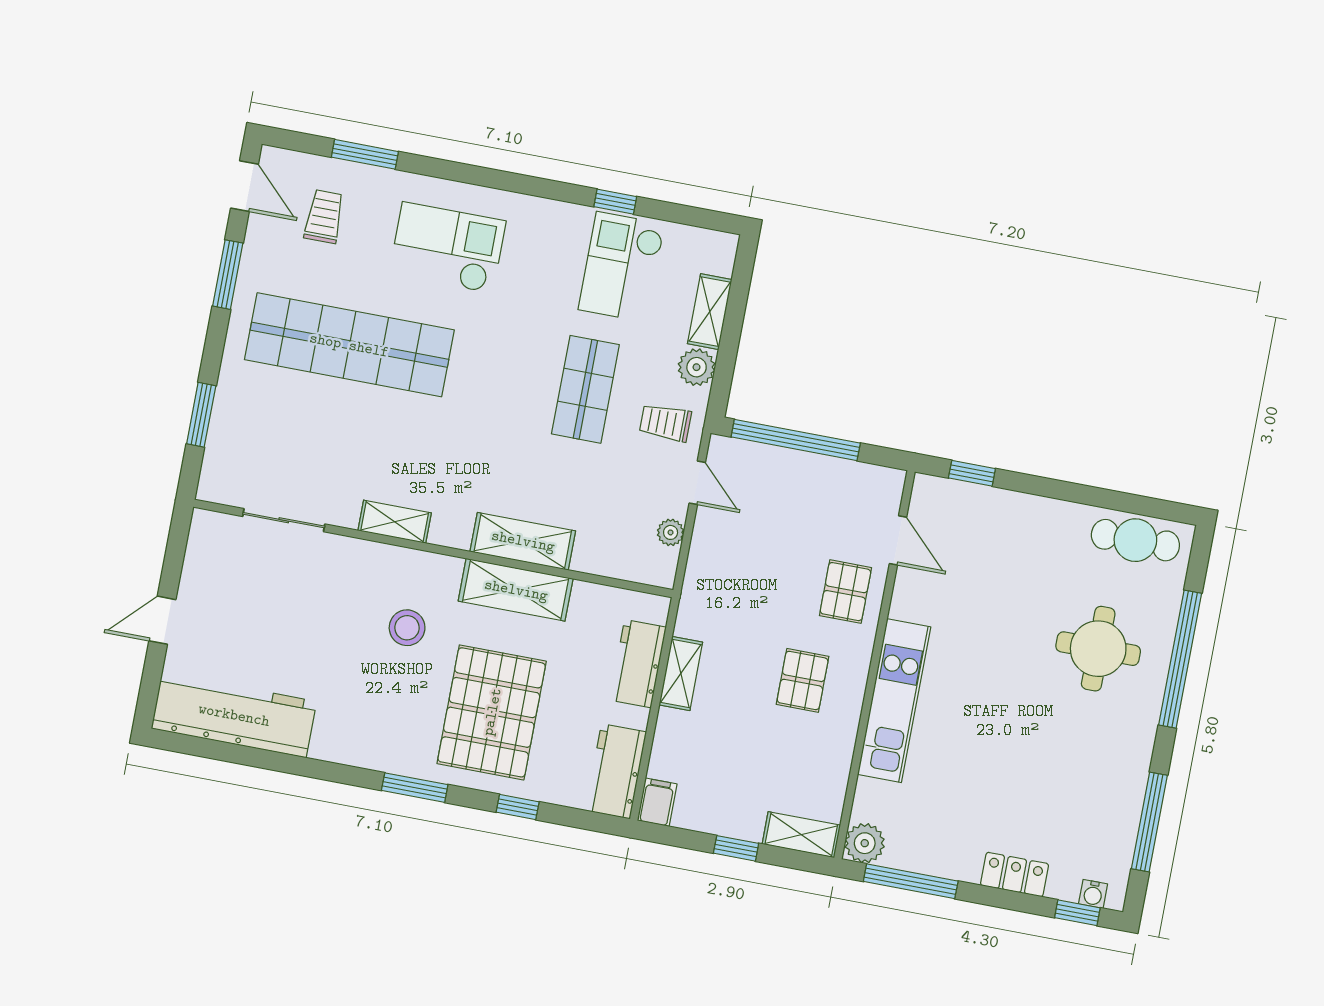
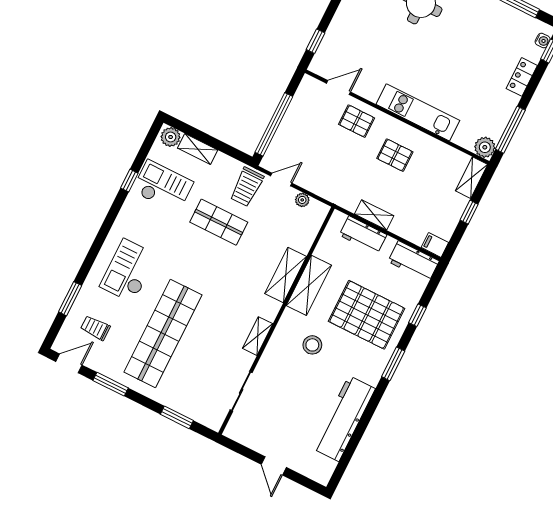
checkout: (622, 267) -> (163, 187), turned 180
plant: (697, 367) -> (171, 137), moved
trolley: (665, 423) -> (247, 187), width x1.36, depth x1.39
workbench: (234, 715) -> (344, 419), moved

